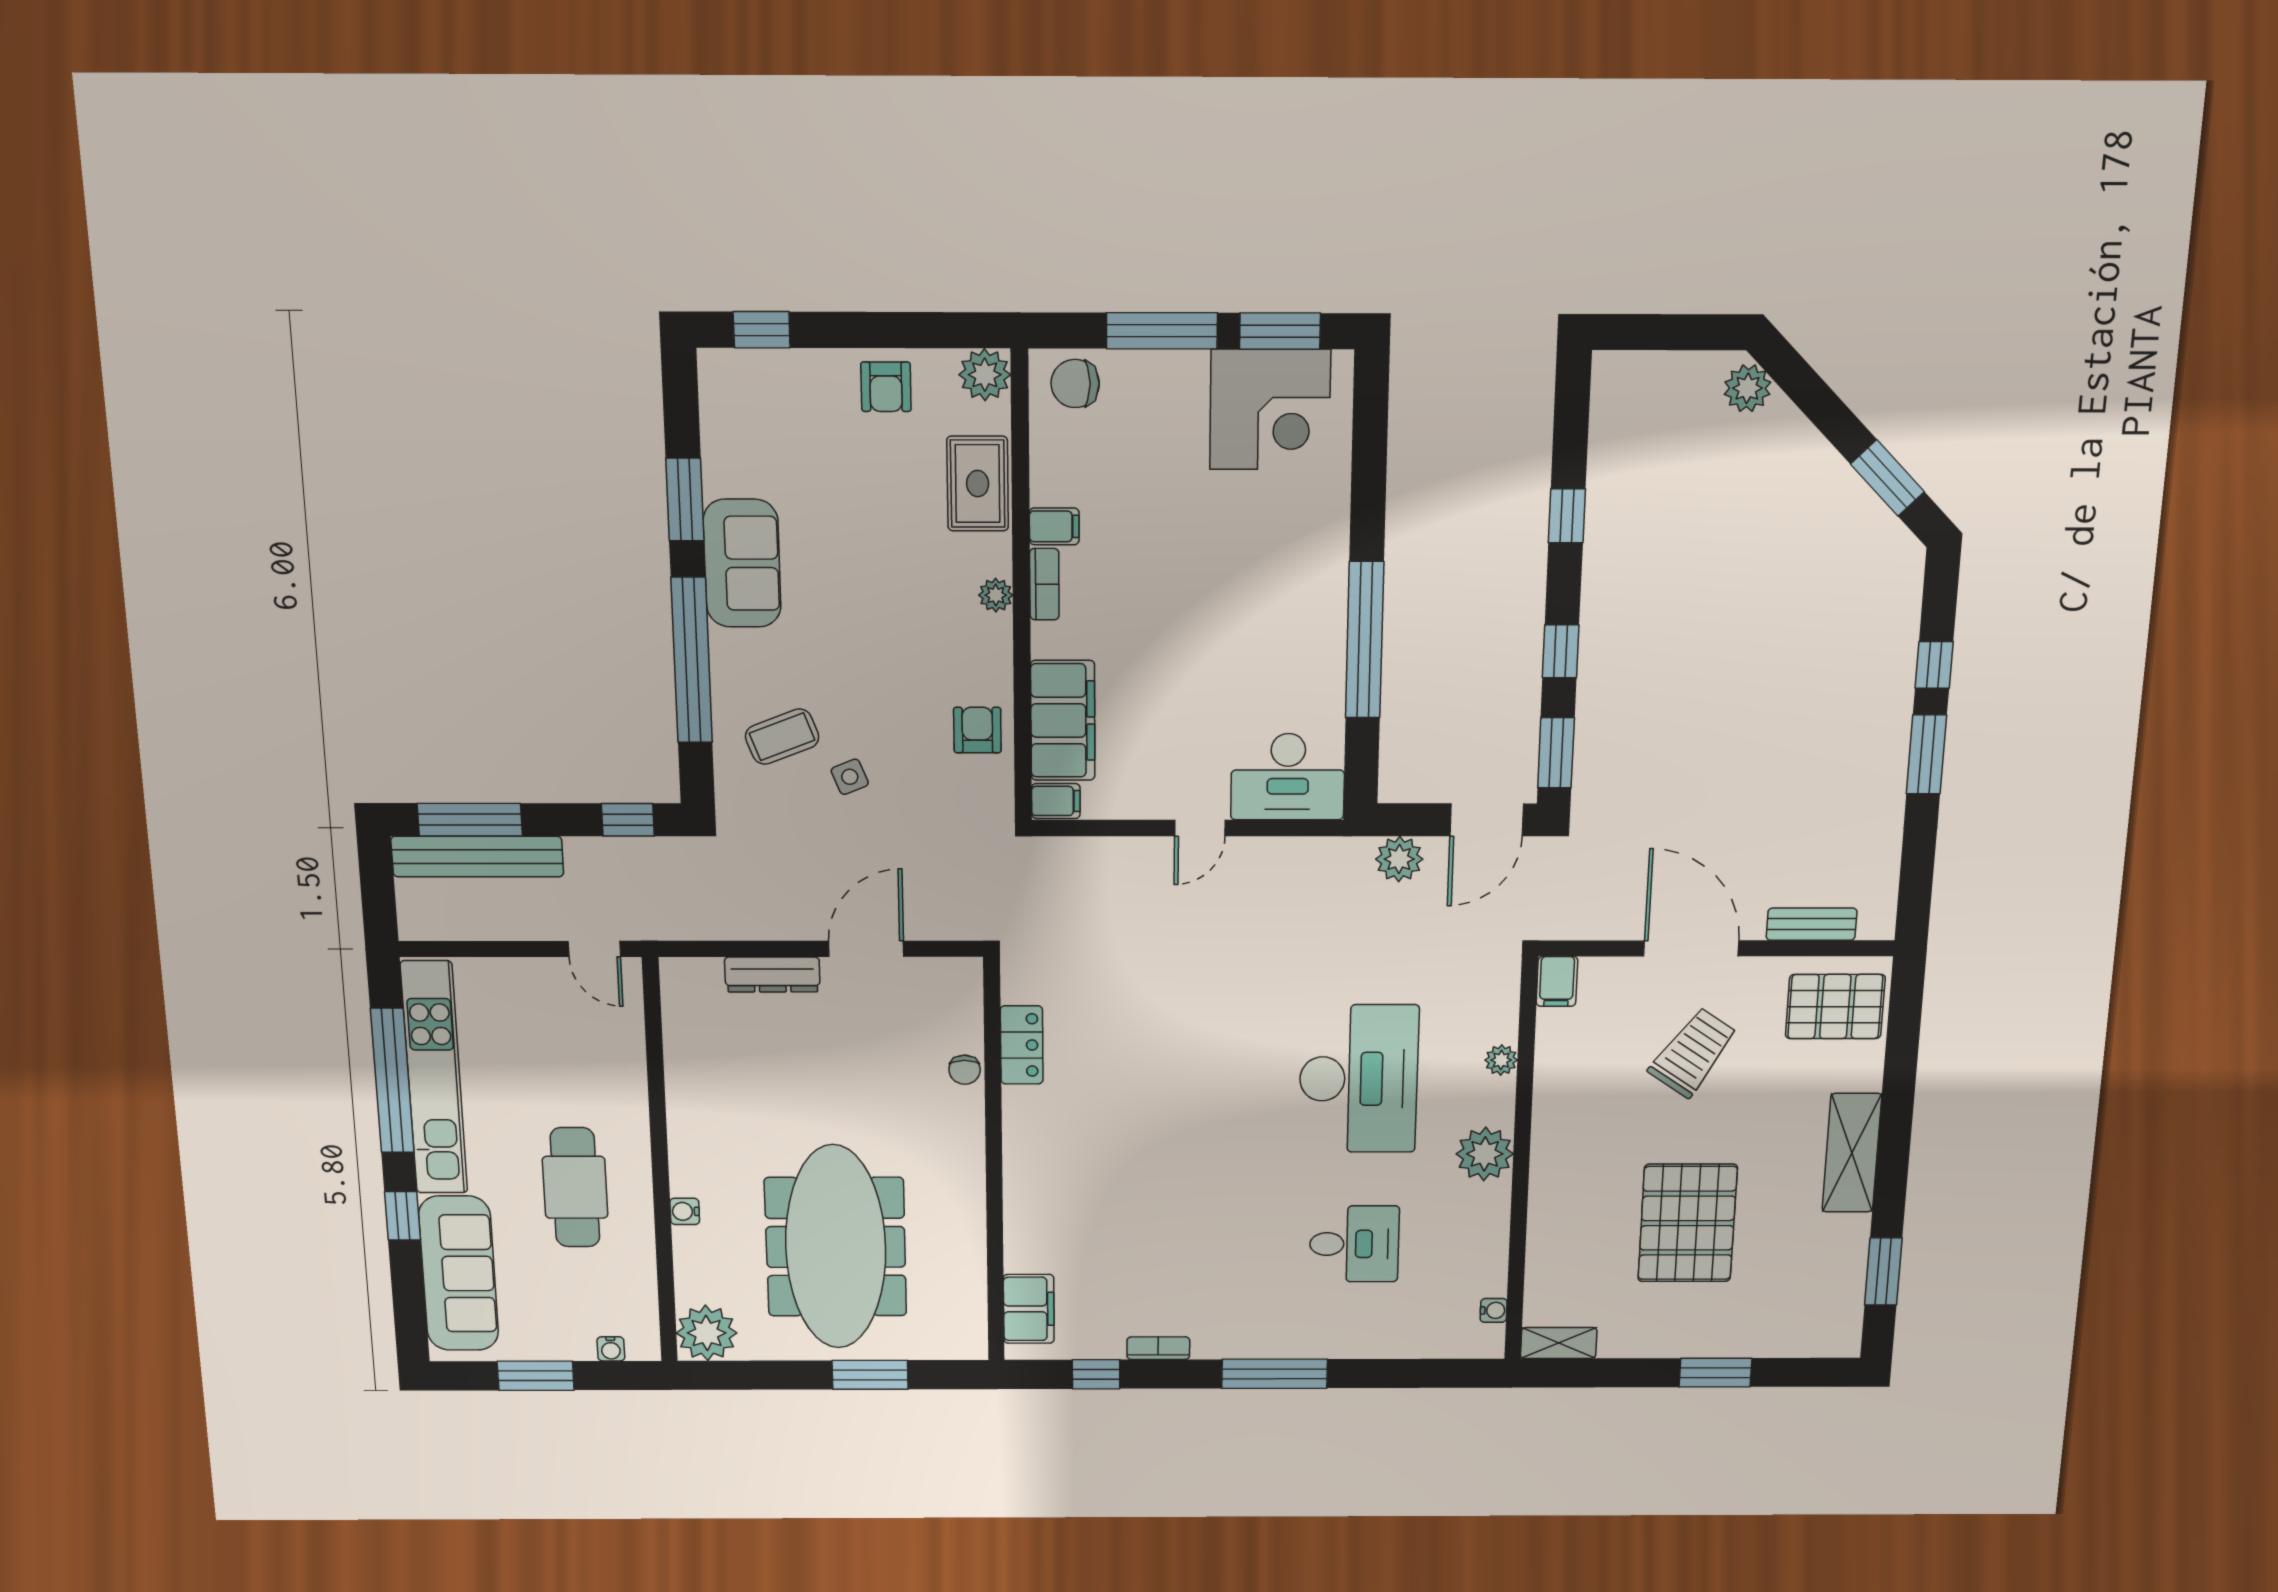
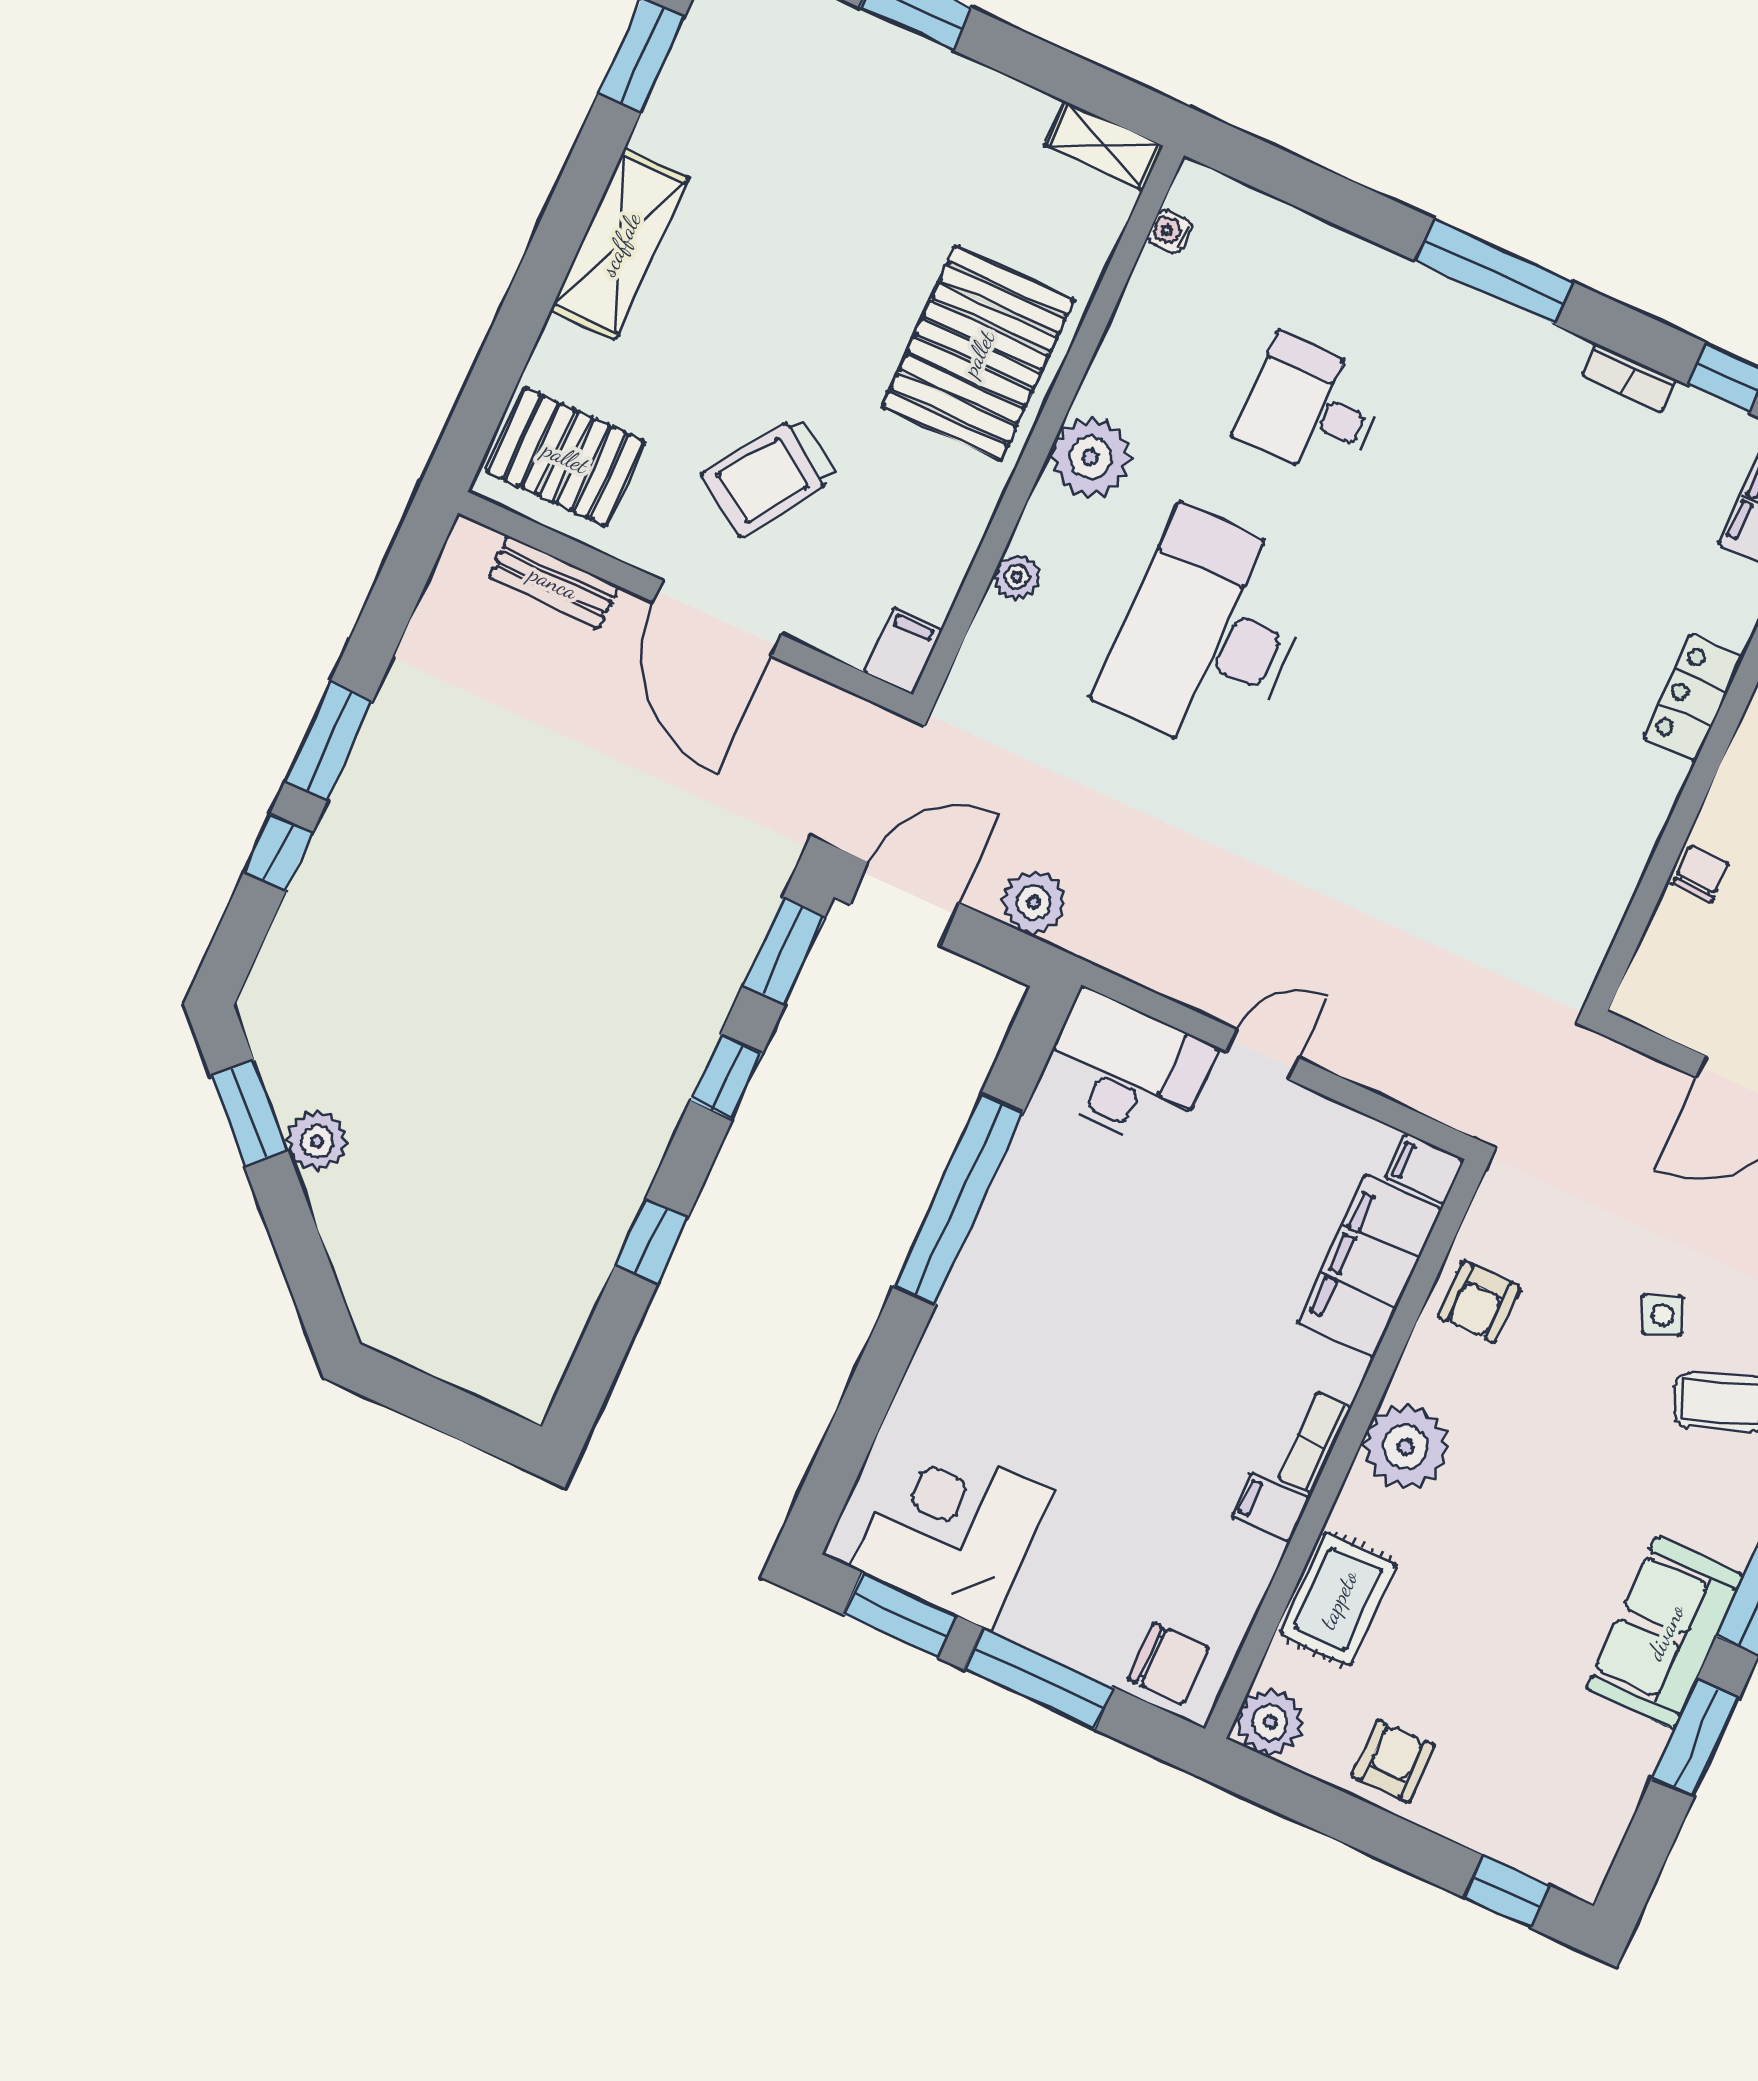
plant: (1747, 388) -> (317, 1141), moved
plant: (996, 595) -> (1405, 1447), width x1.87, depth x1.87
locker: (1022, 1045) -> (1693, 698), moved
pallet: (1688, 1223) -> (978, 353), moved

